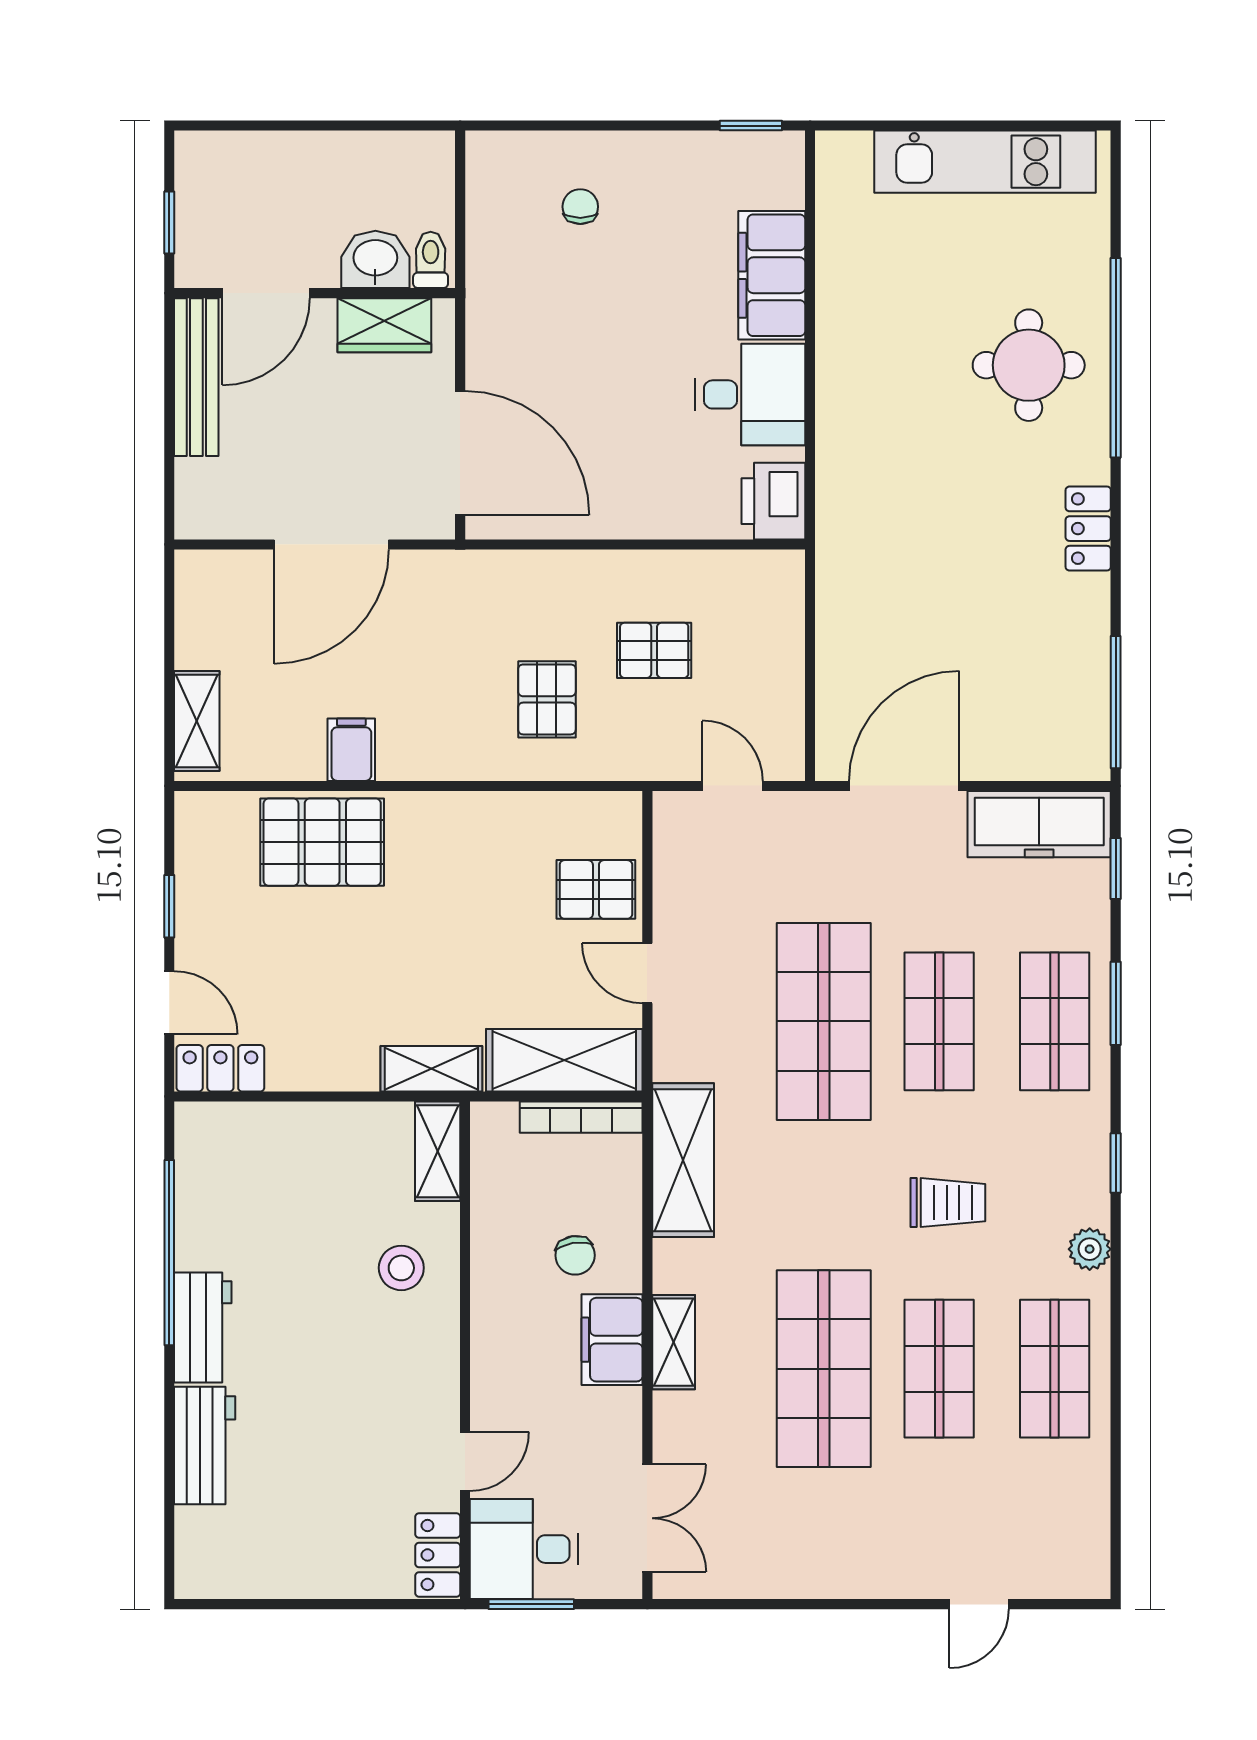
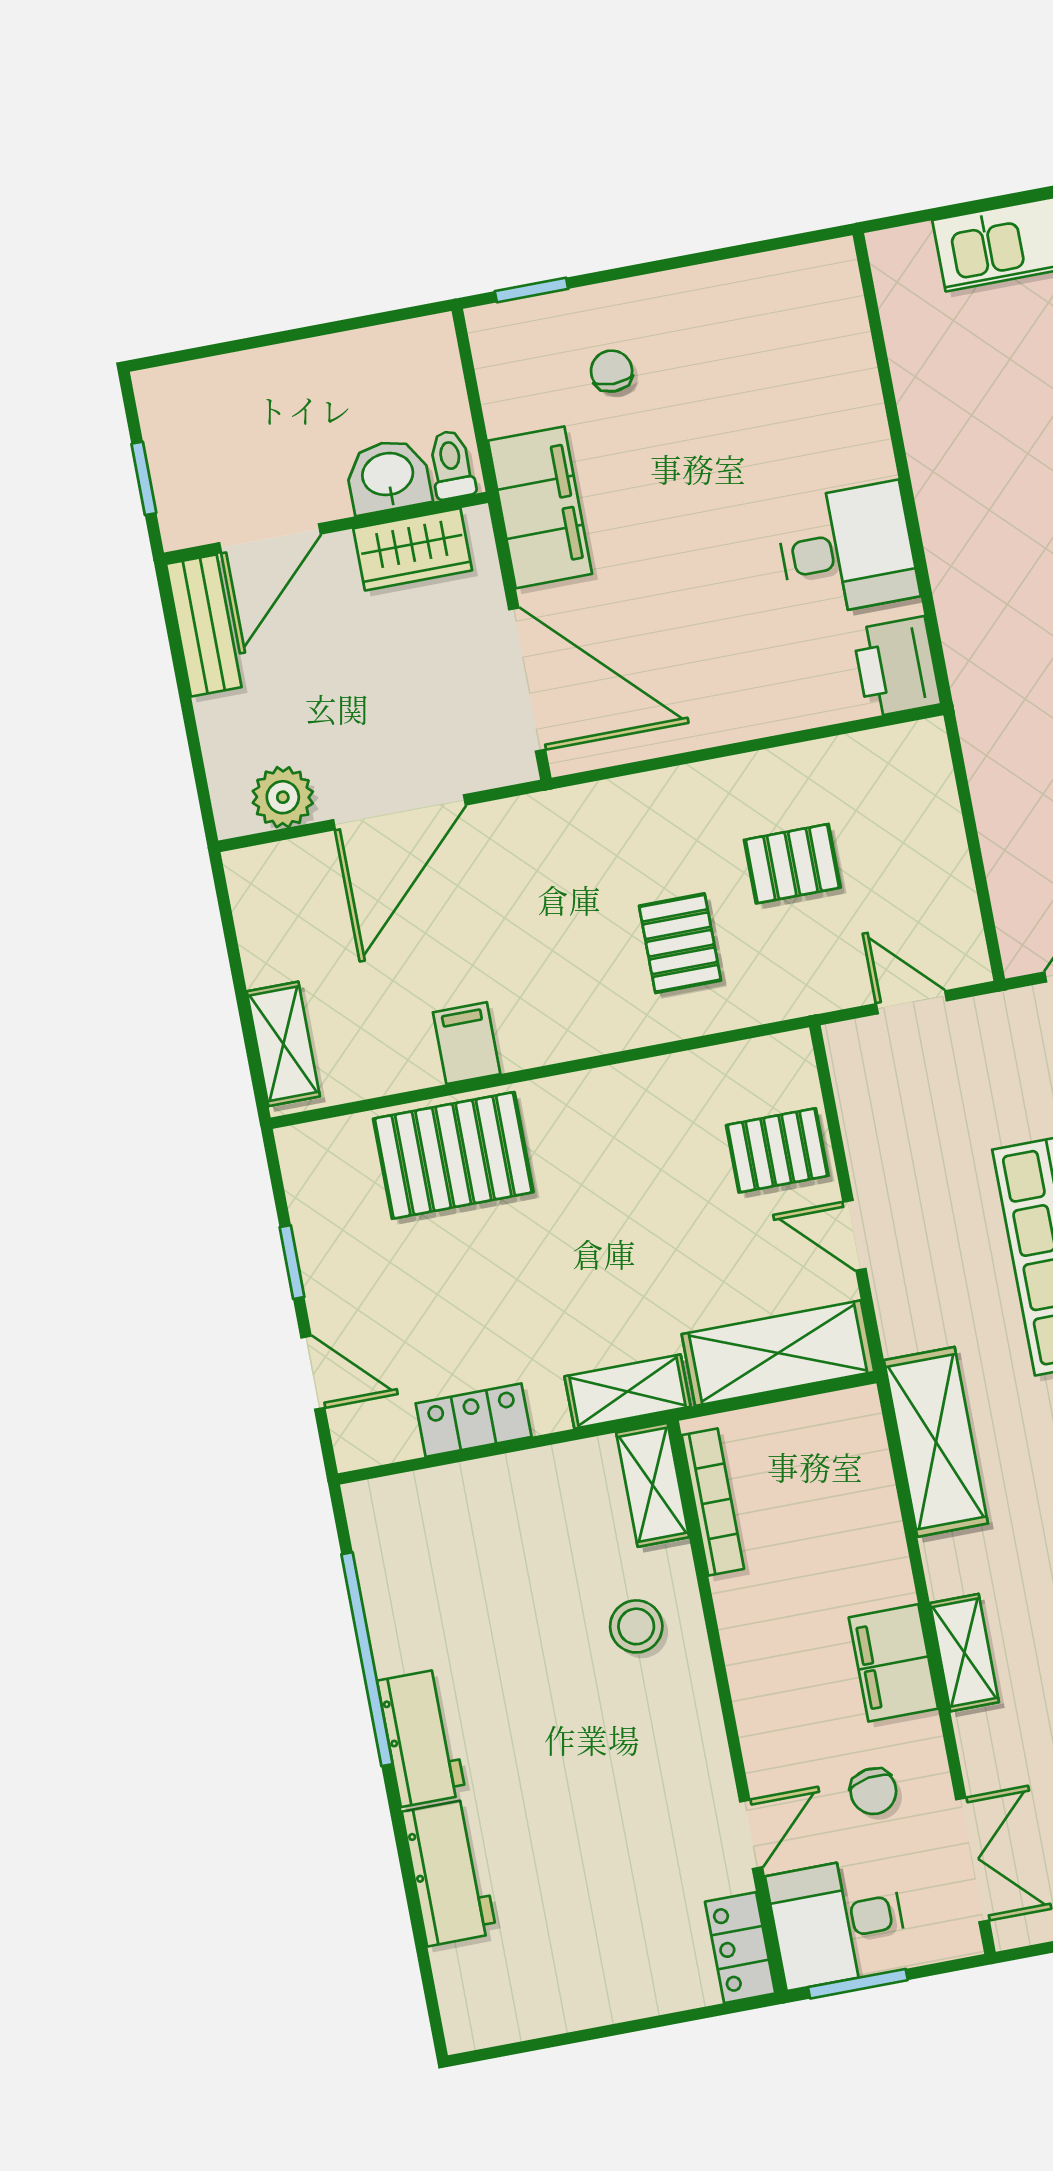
window: (751, 126) -> (531, 290), moved
filing cabinet: (772, 275) -> (540, 507), moved, turned 180
bench: (196, 377) -> (204, 625), width x0.73
plant: (236, 513) -> (283, 797), added
locker: (220, 1068) -> (474, 1420), moved
bookcase: (581, 1117) -> (713, 1502), moved, turned -90
chair: (575, 1255) -> (873, 1791), moved

